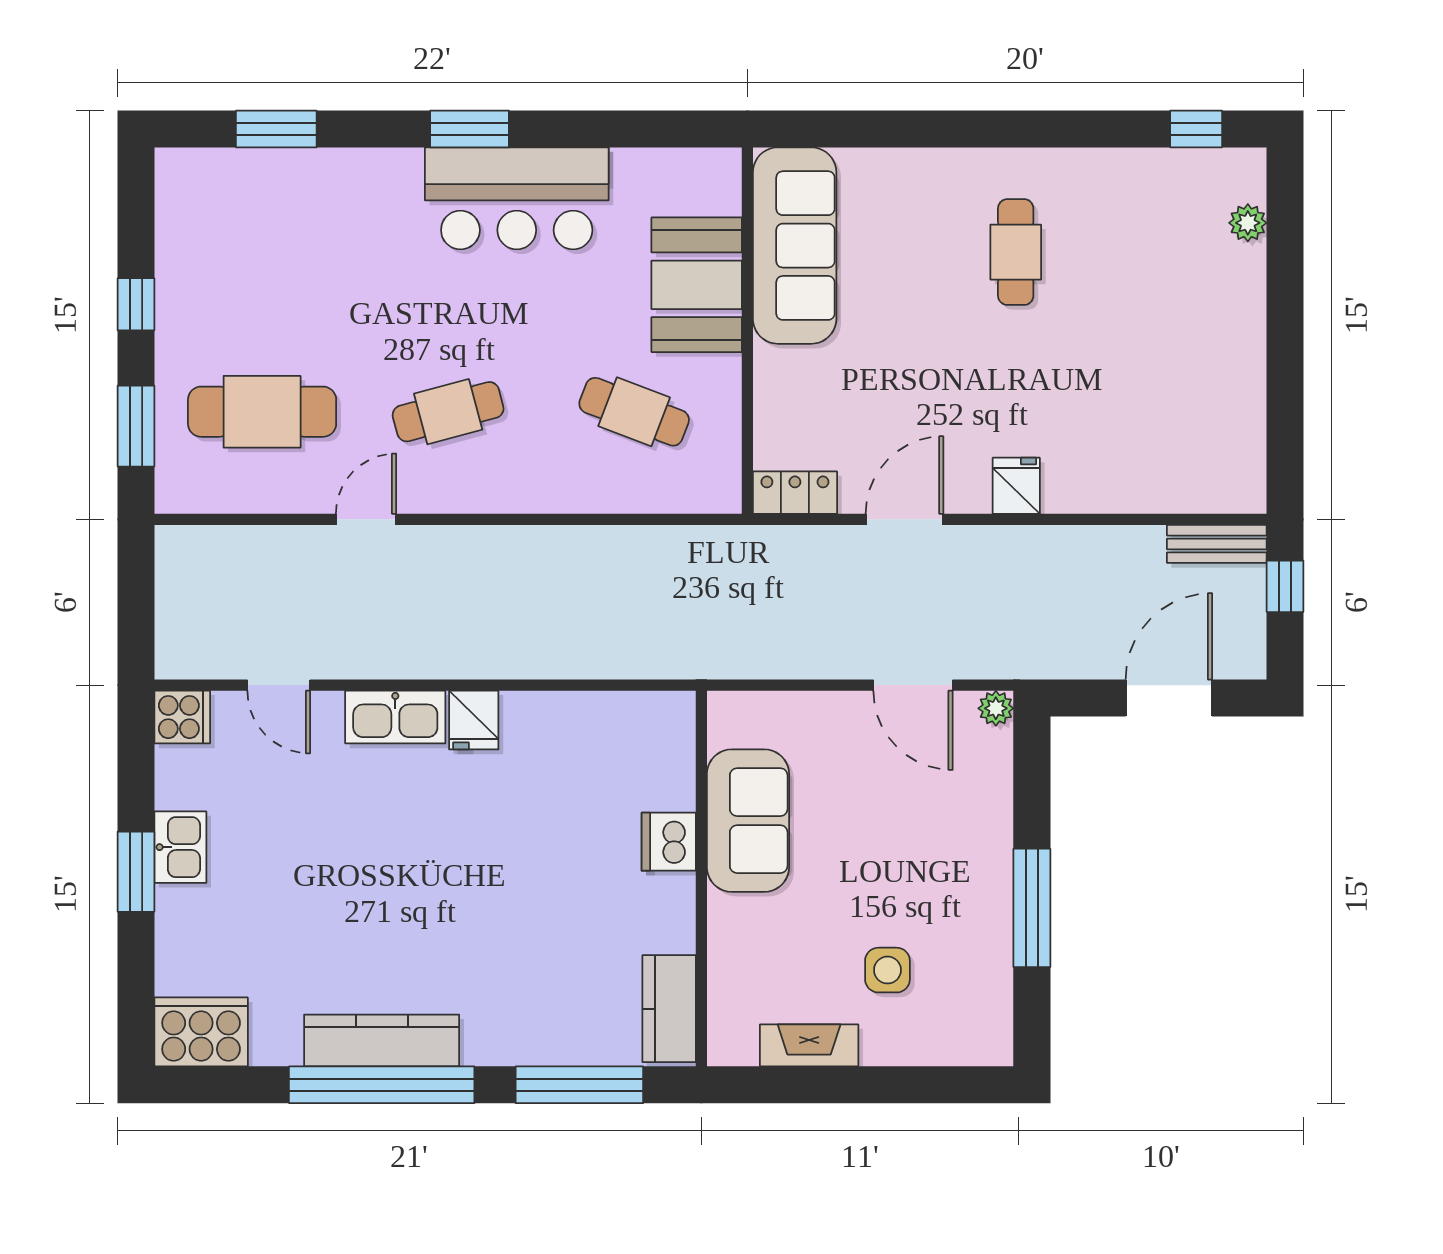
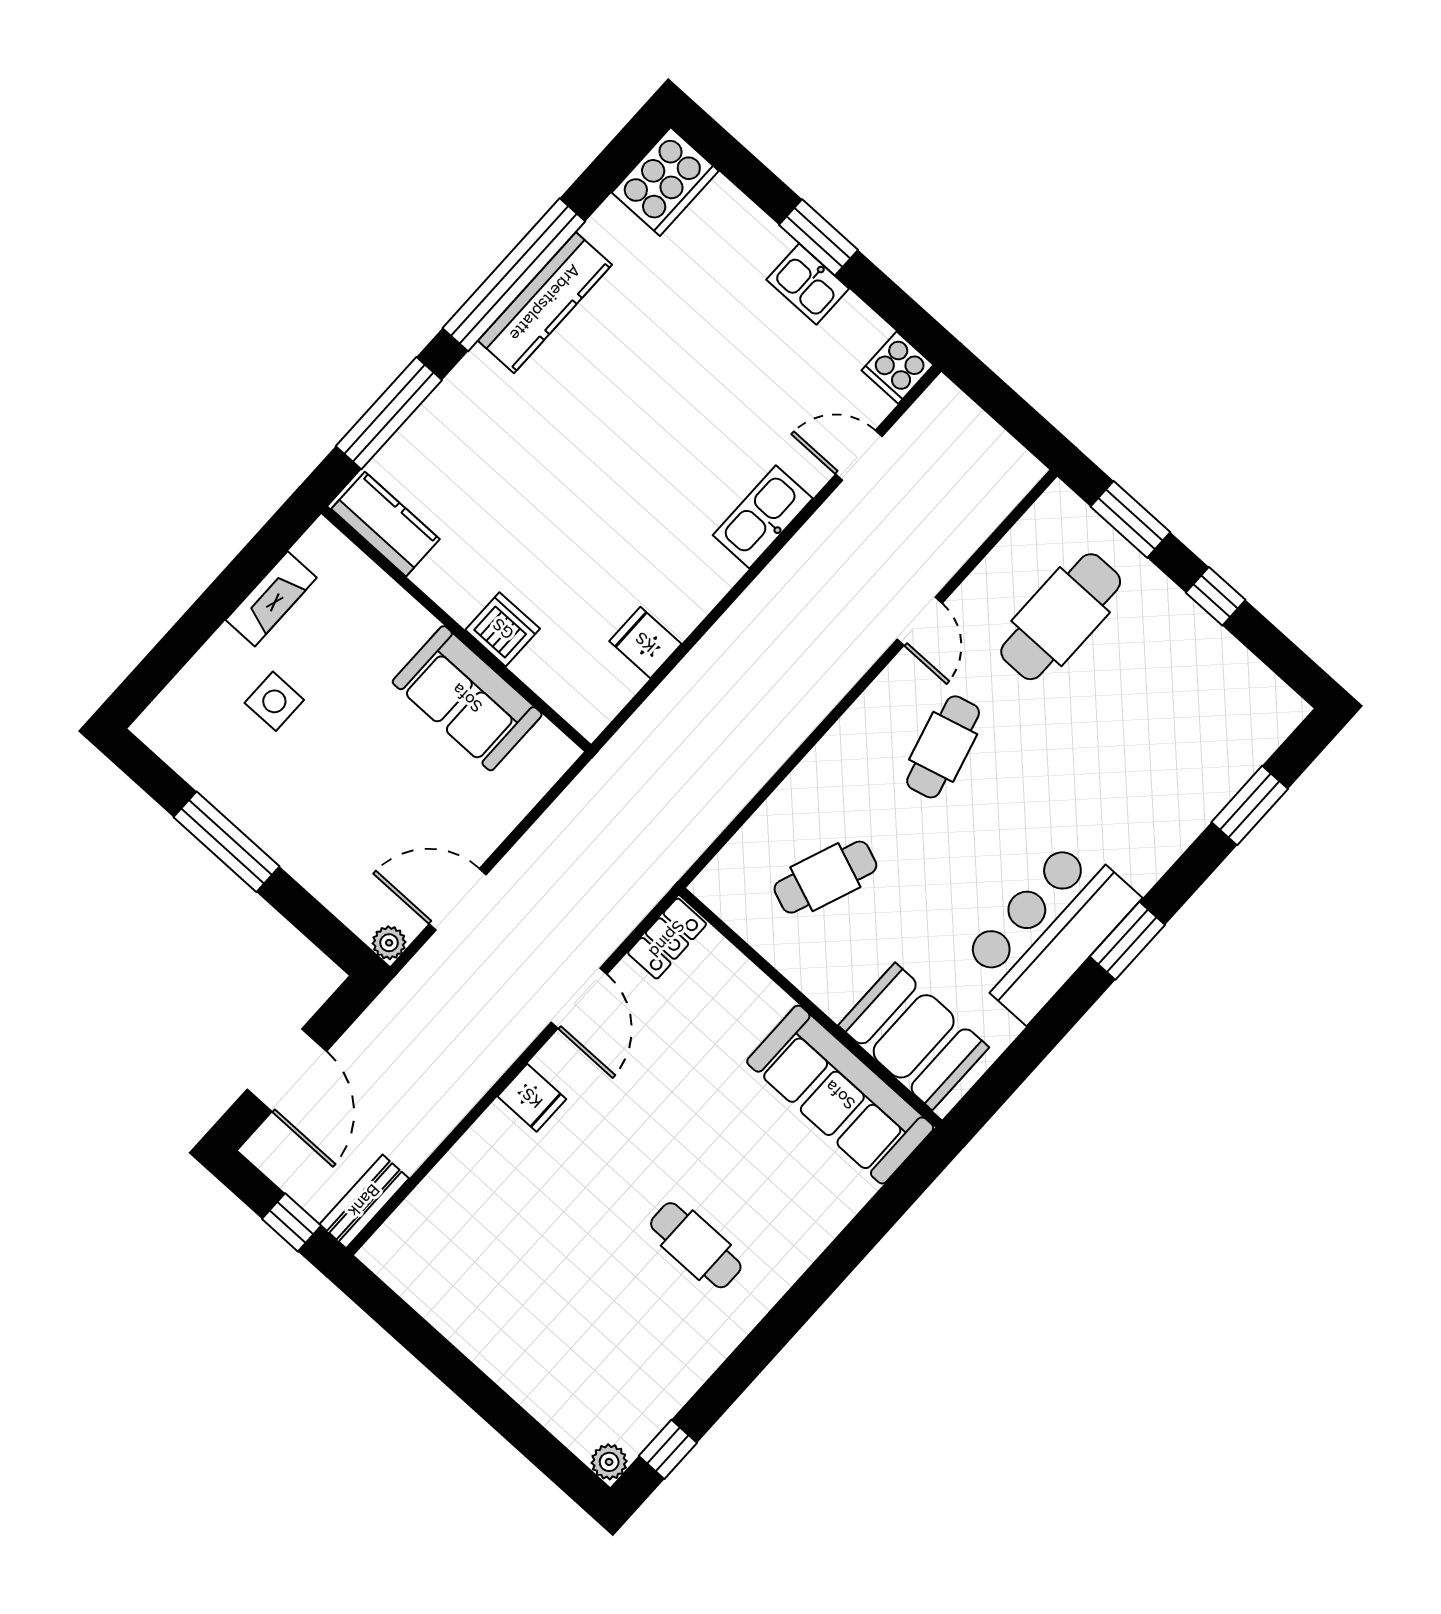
plant: (1248, 223) -> (609, 1462), moved
booth: (697, 285) -> (914, 1036), moved
fridge: (474, 720) -> (645, 642), moved

